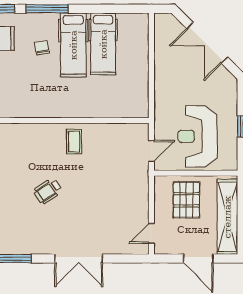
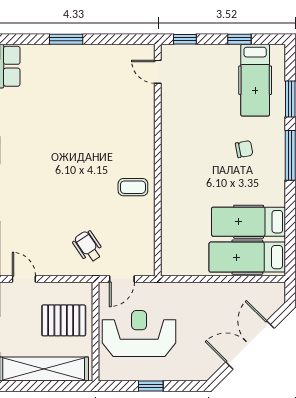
hospital bed: (73, 45) -> (247, 257), moved
door: (151, 151) -> (122, 279), hinge flipped
wheelchair: (48, 191) -> (88, 247), moved

